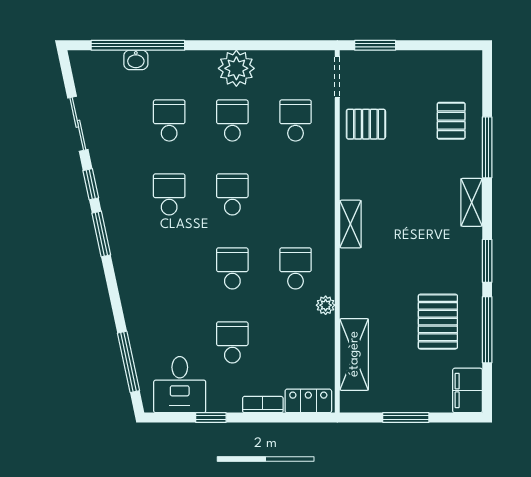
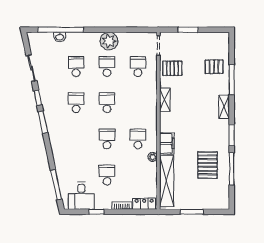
window: (375, 45) -> (188, 30), moved
pallet: (451, 121) -> (214, 67), turned 90
shelving: (350, 224) -> (165, 100), moved
shelving: (354, 354) -> (167, 181), width x1.47
filing cabinet: (468, 390) -> (167, 143), moved, turned 180

